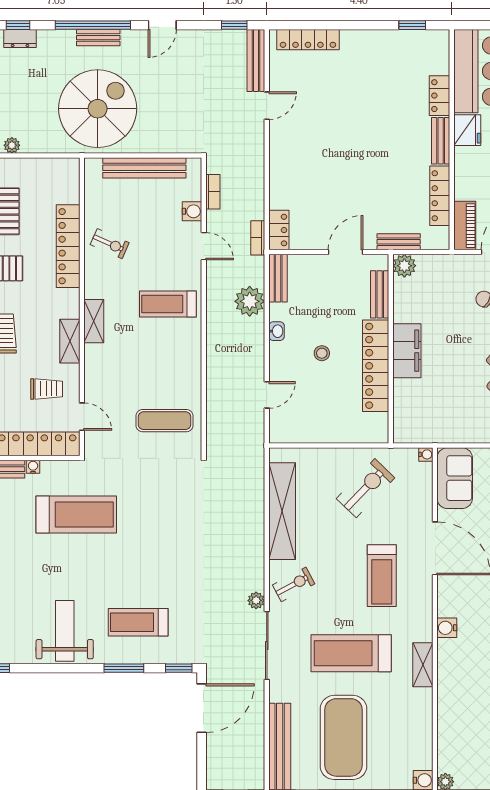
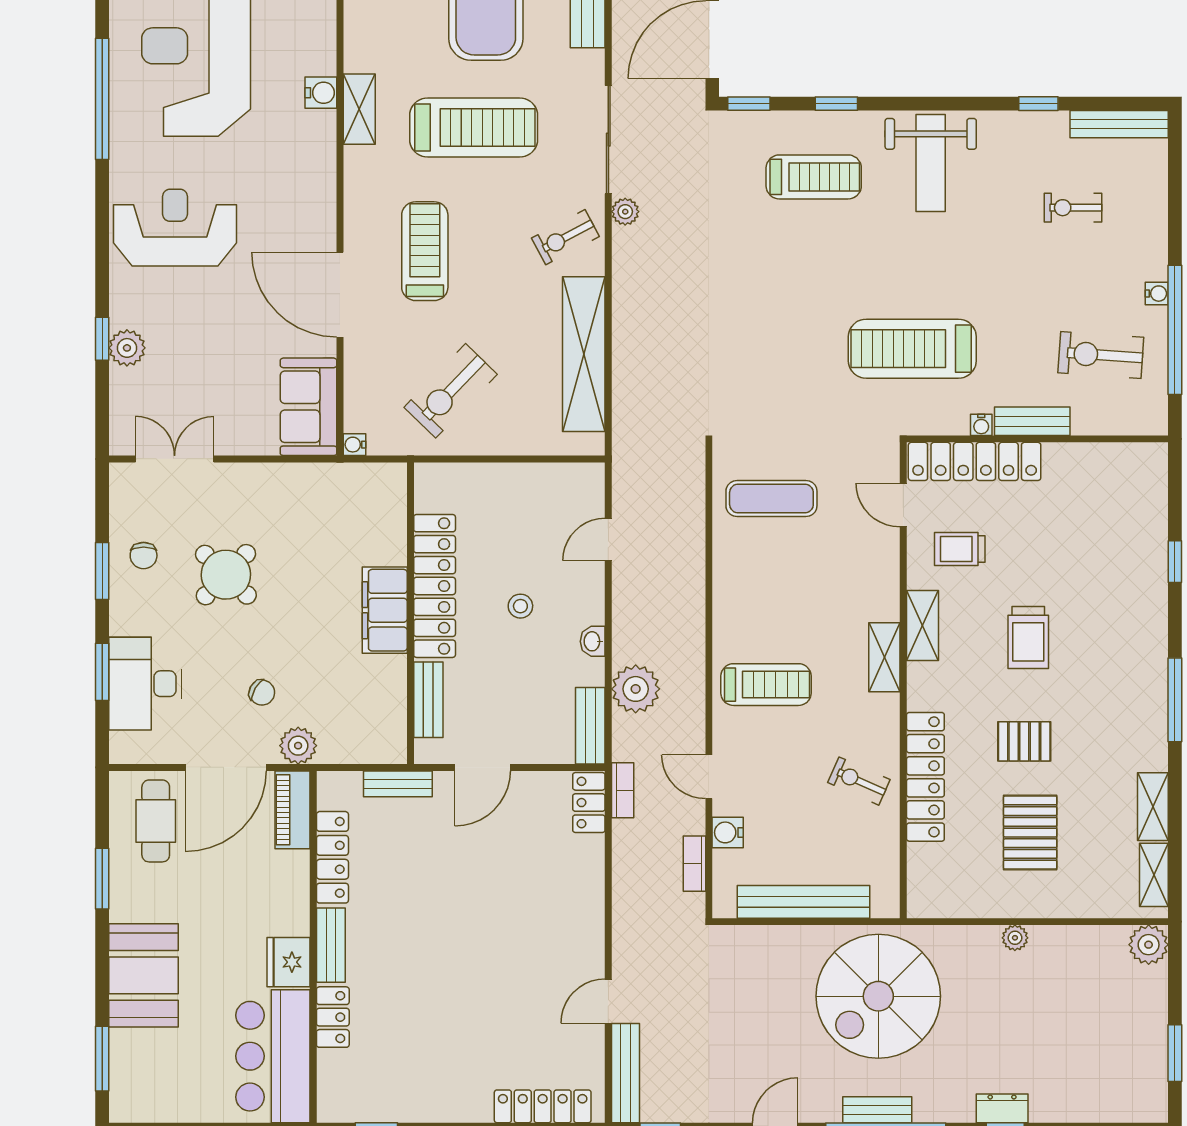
plant: (404, 266) -> (298, 746), moved
water cooler: (447, 628) -> (321, 93), moved
window: (124, 668) -> (836, 104), width x0.67

